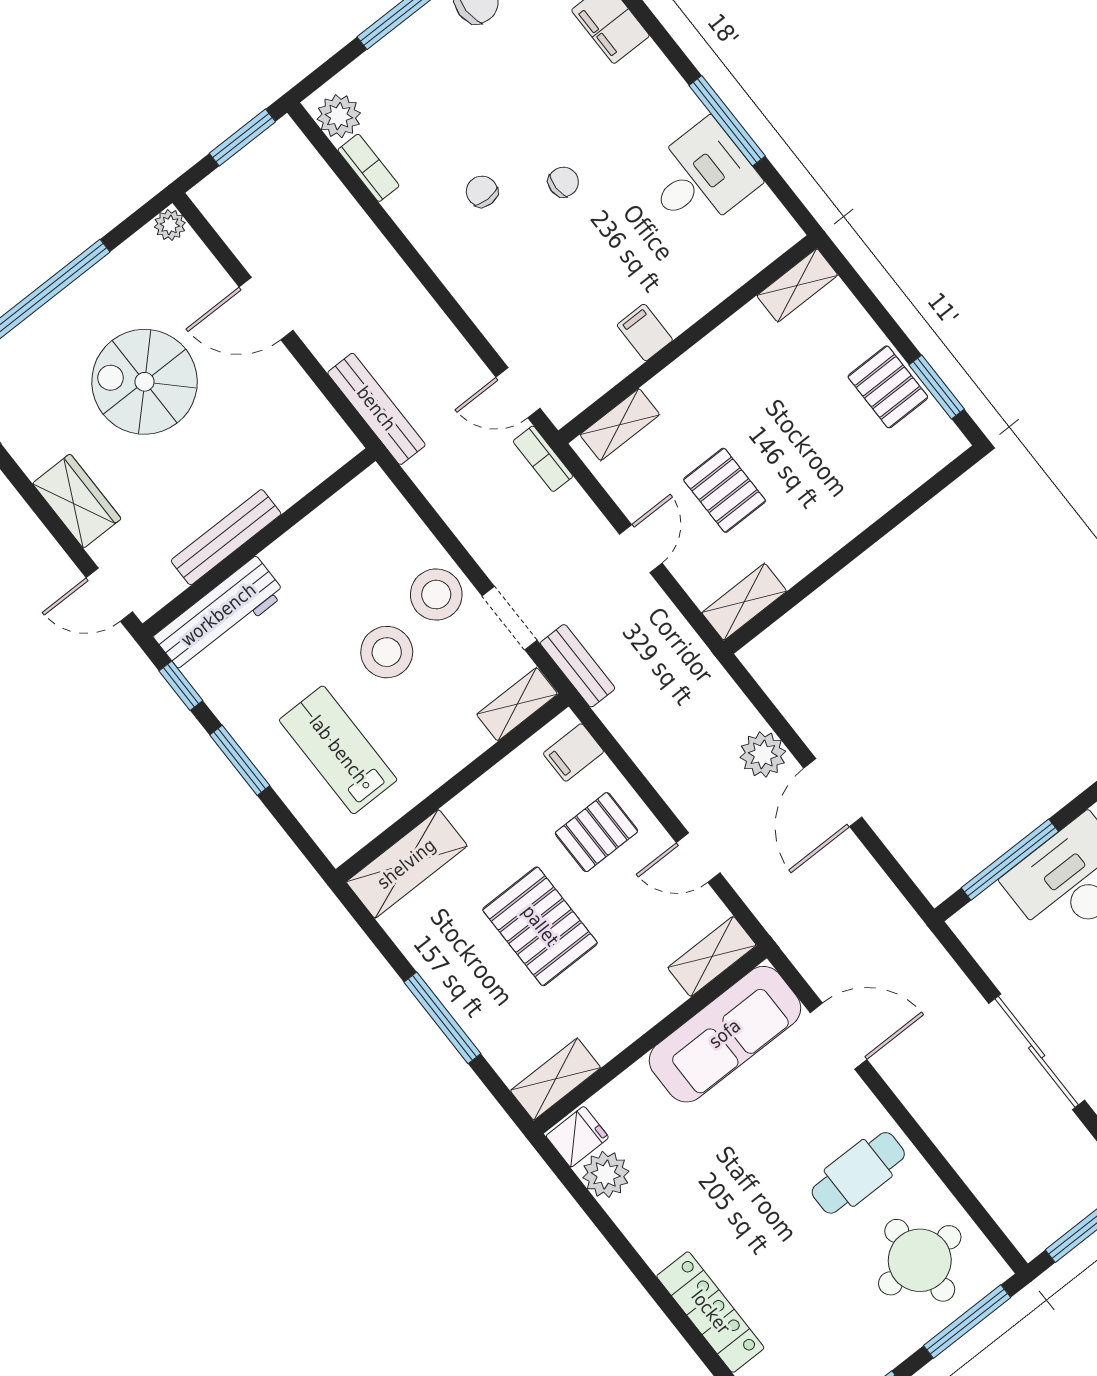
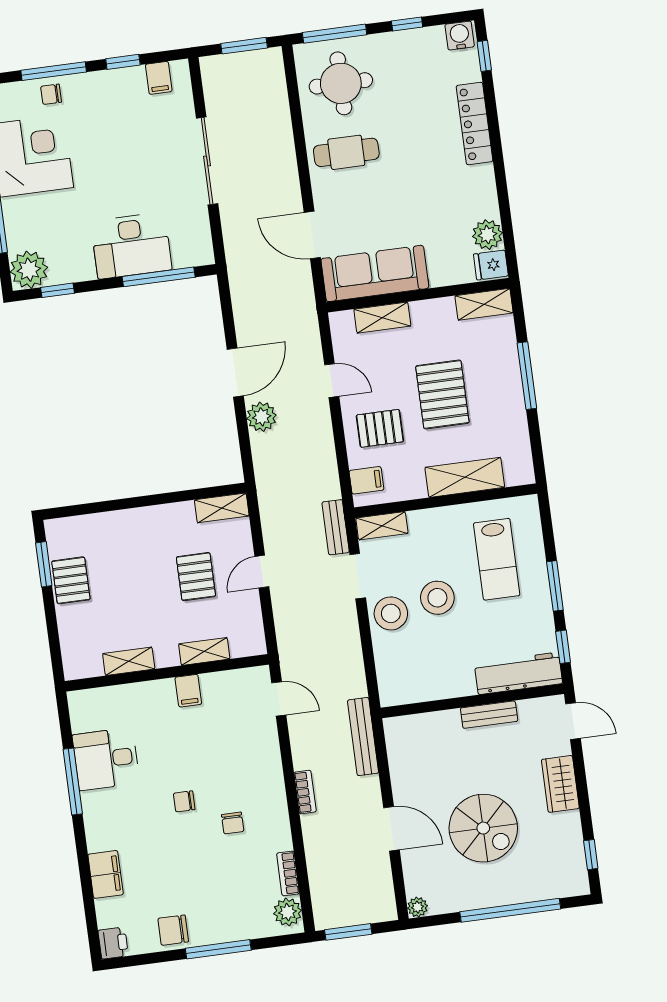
shelving: (797, 285) -> (129, 661), moved
shelving: (620, 425) -> (204, 651), moved
bookcase: (543, 459) -> (305, 792), moved
bench: (226, 537) -> (489, 715), width x0.73
shelving: (407, 864) -> (465, 477), moved
shelving: (712, 956) -> (382, 318), moved

